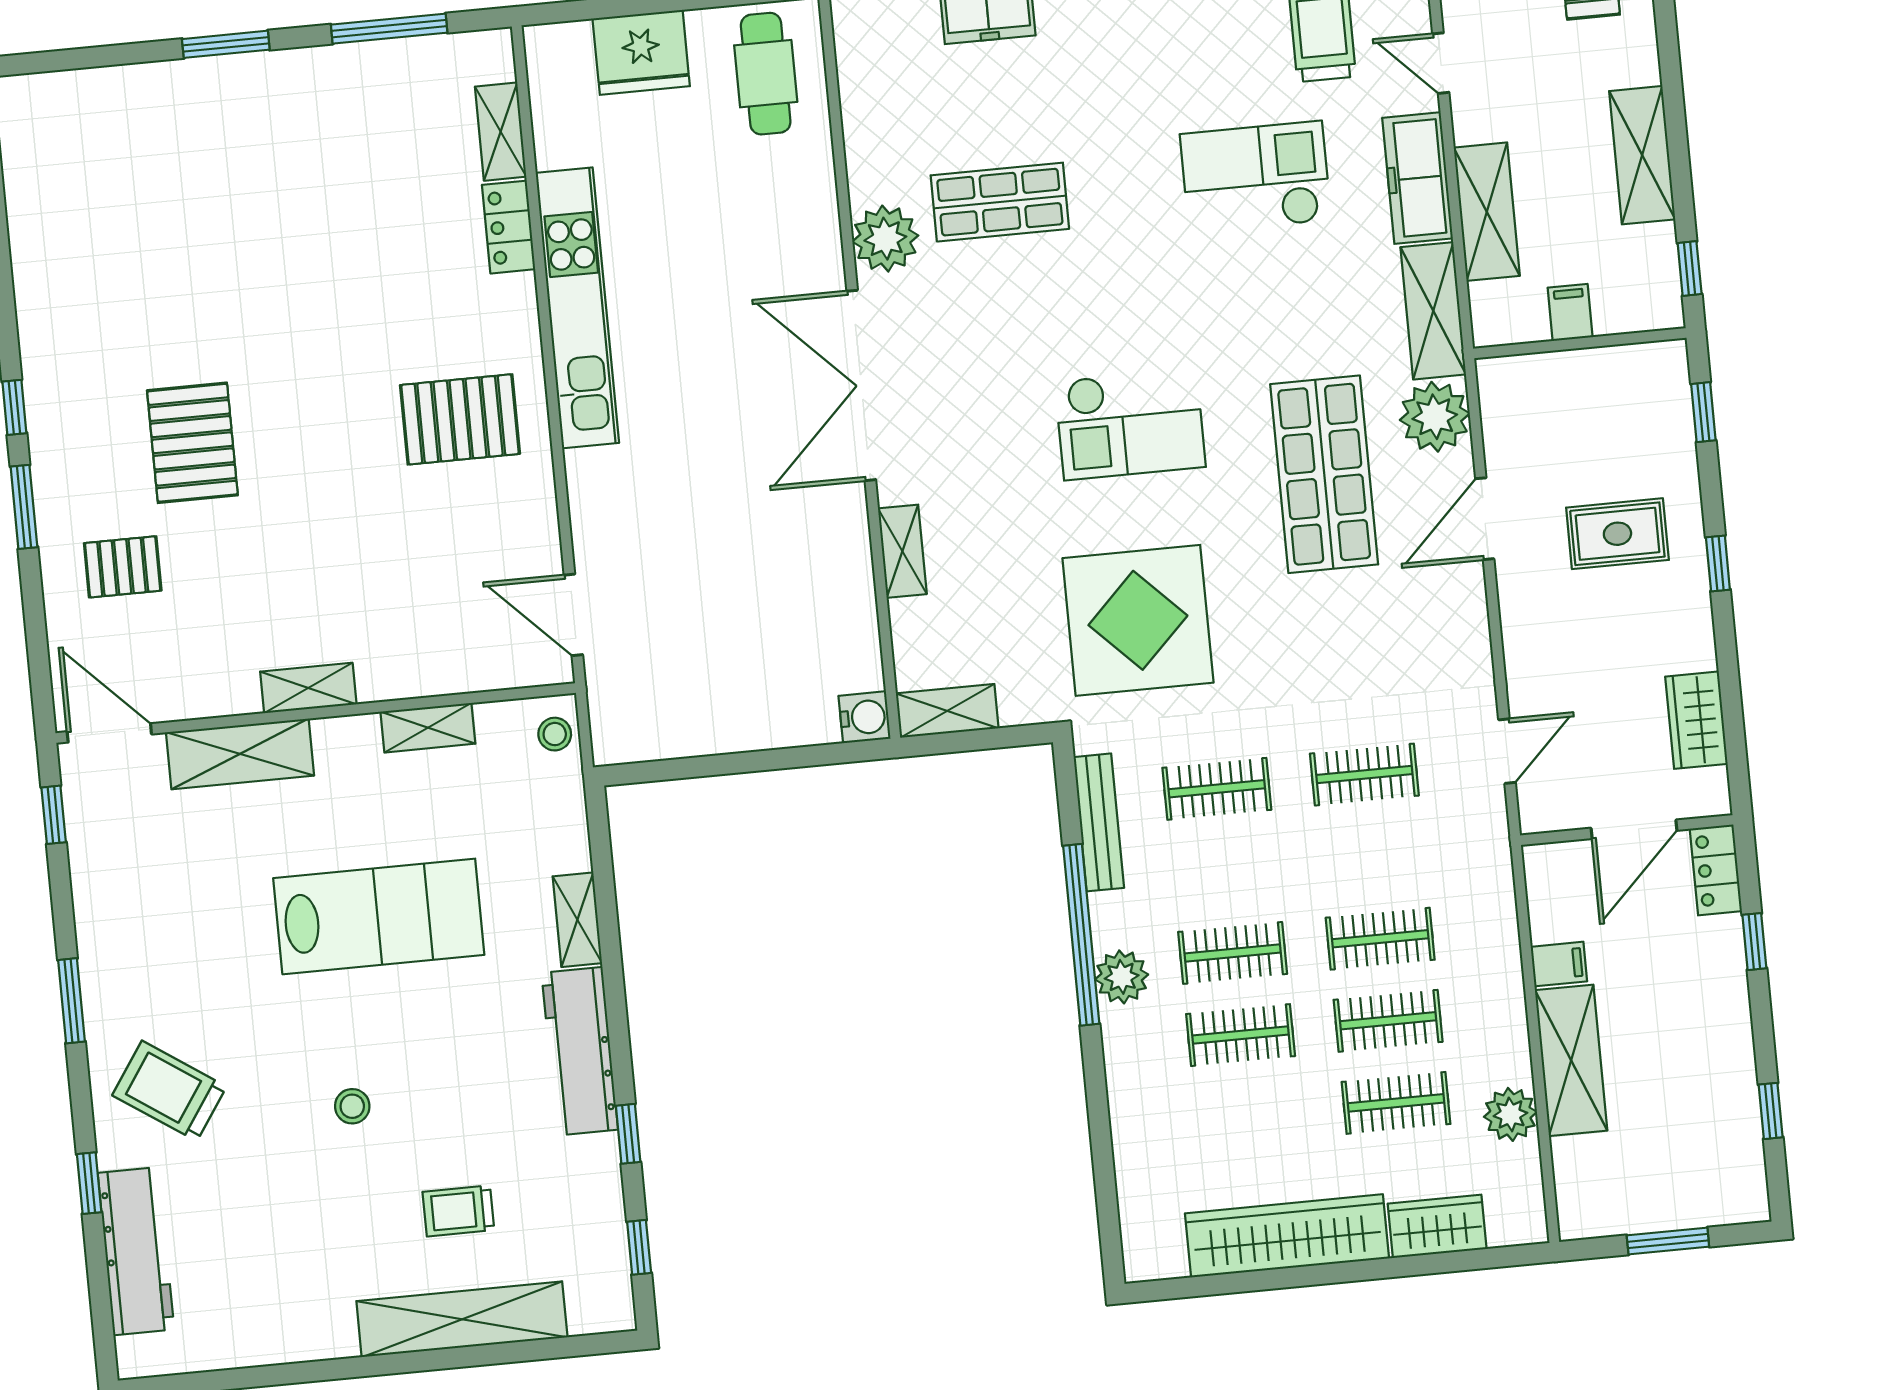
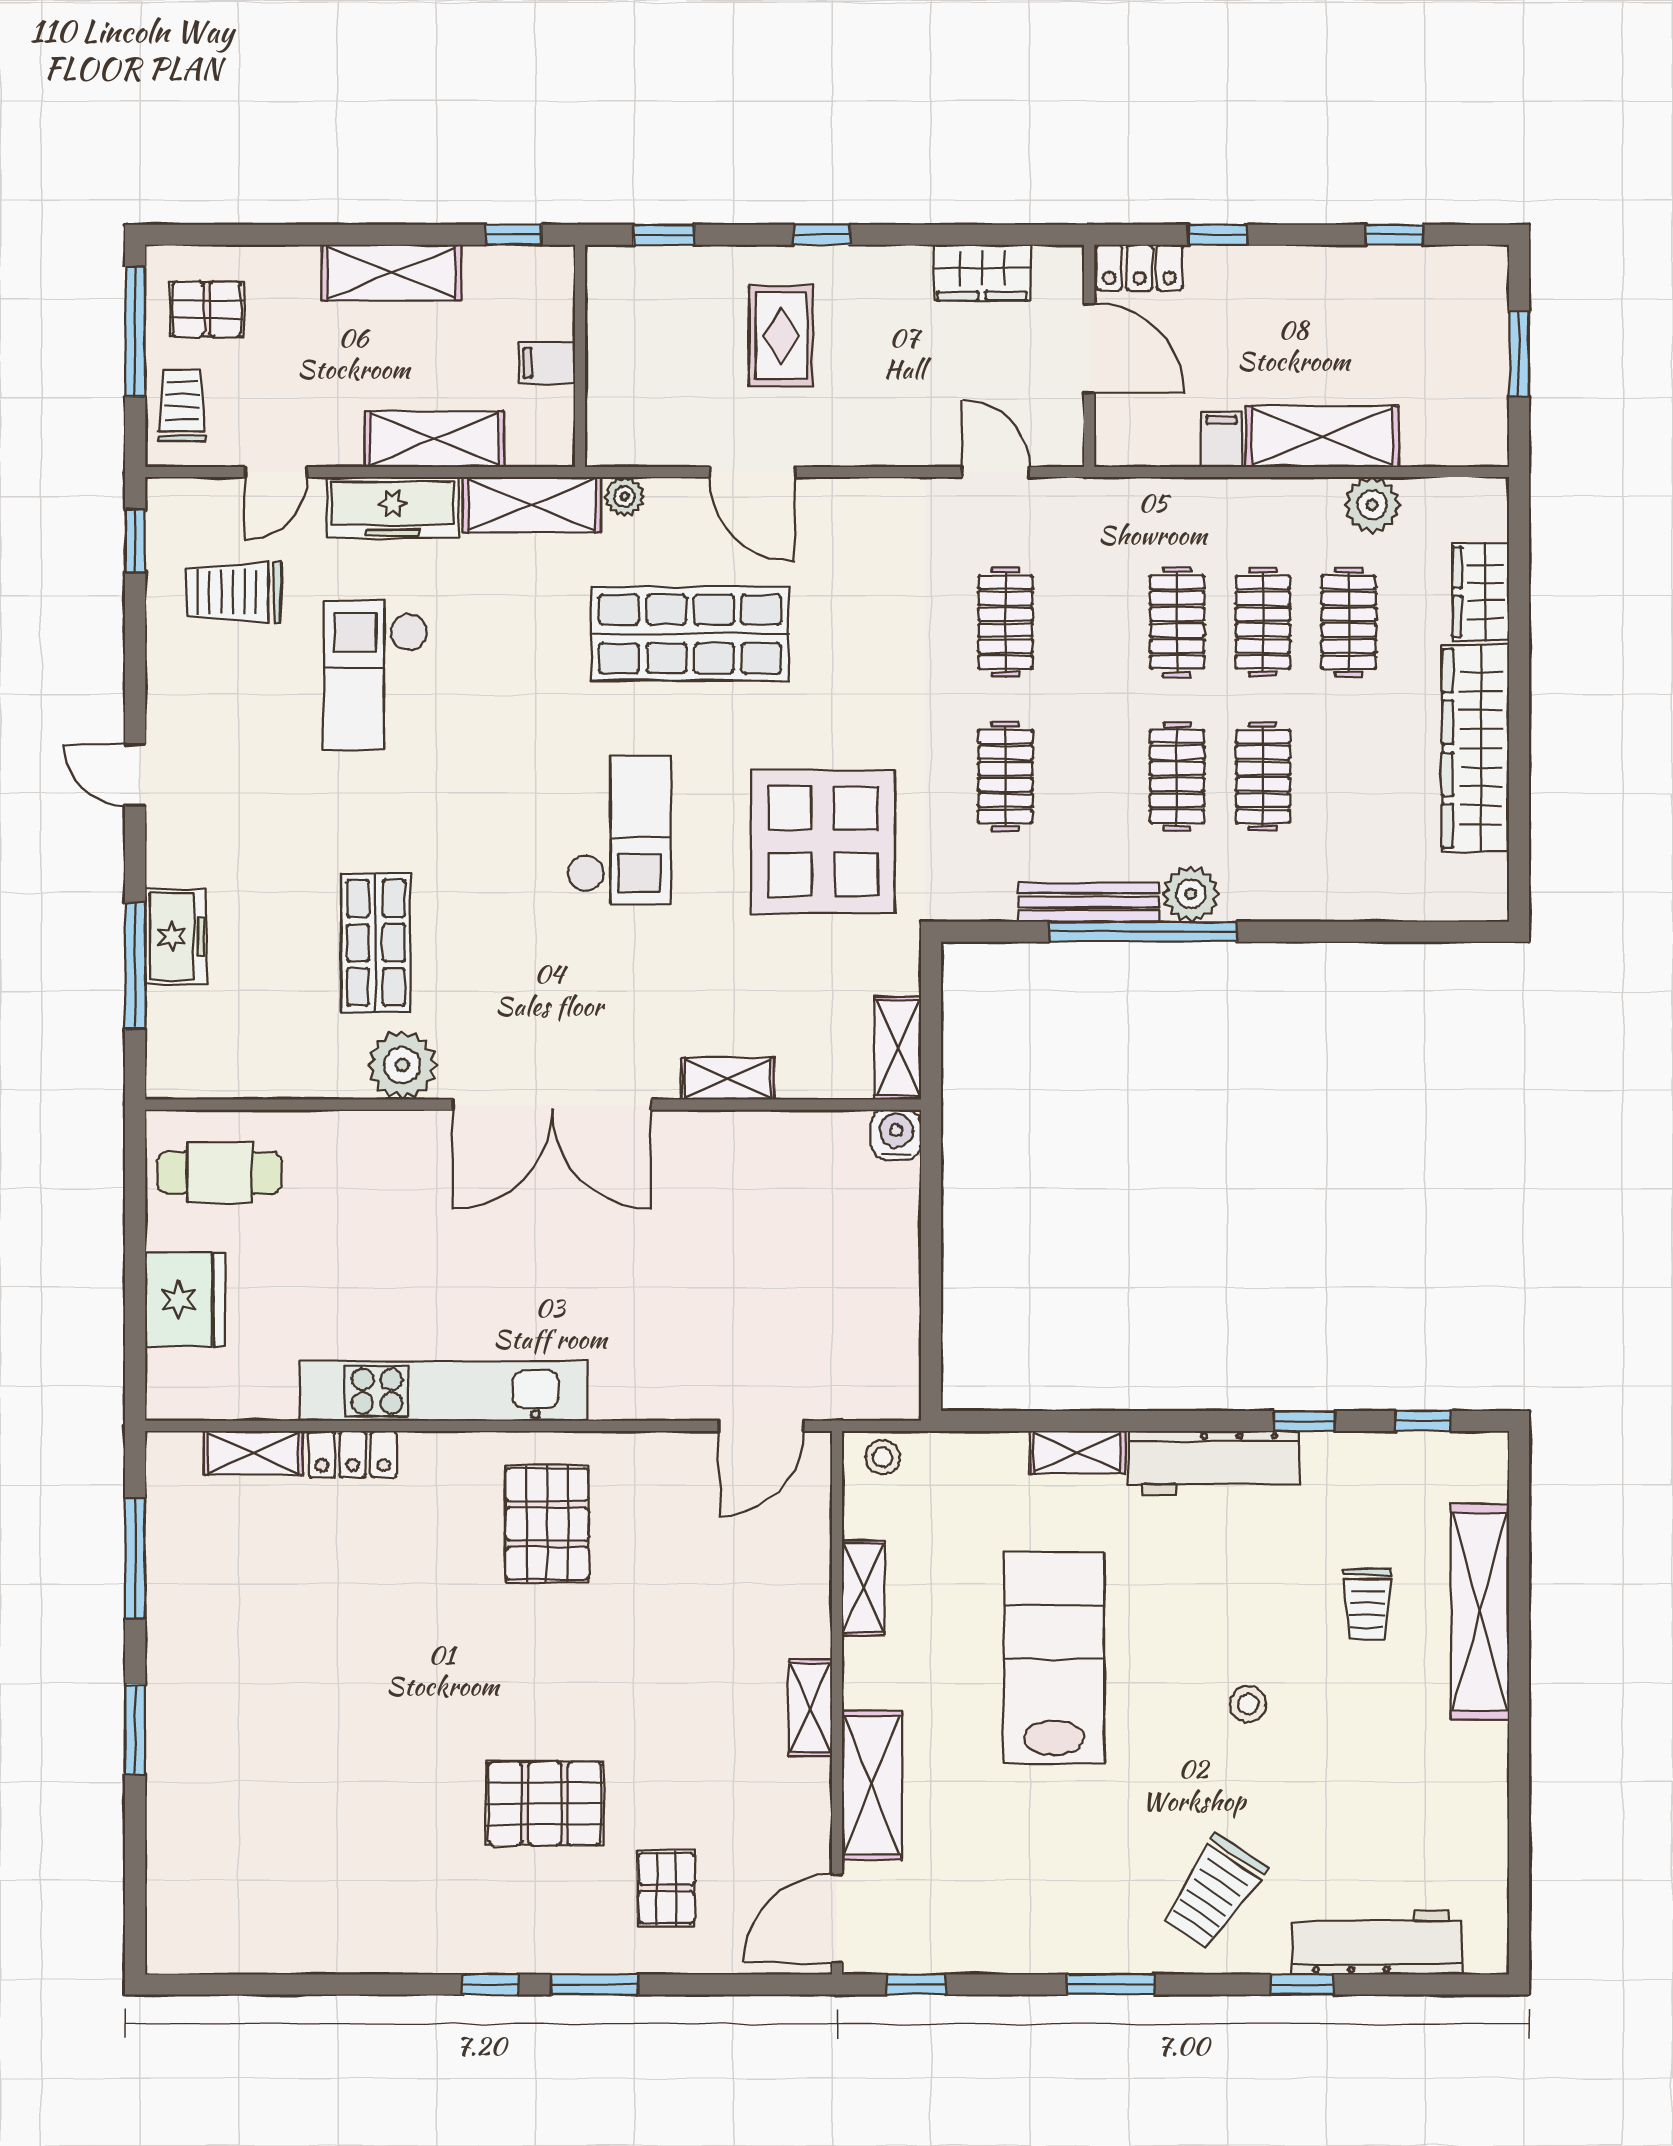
plant: (1435, 417) -> (625, 496), width x0.53, depth x0.53
bench: (1099, 822) -> (1089, 902), moved

